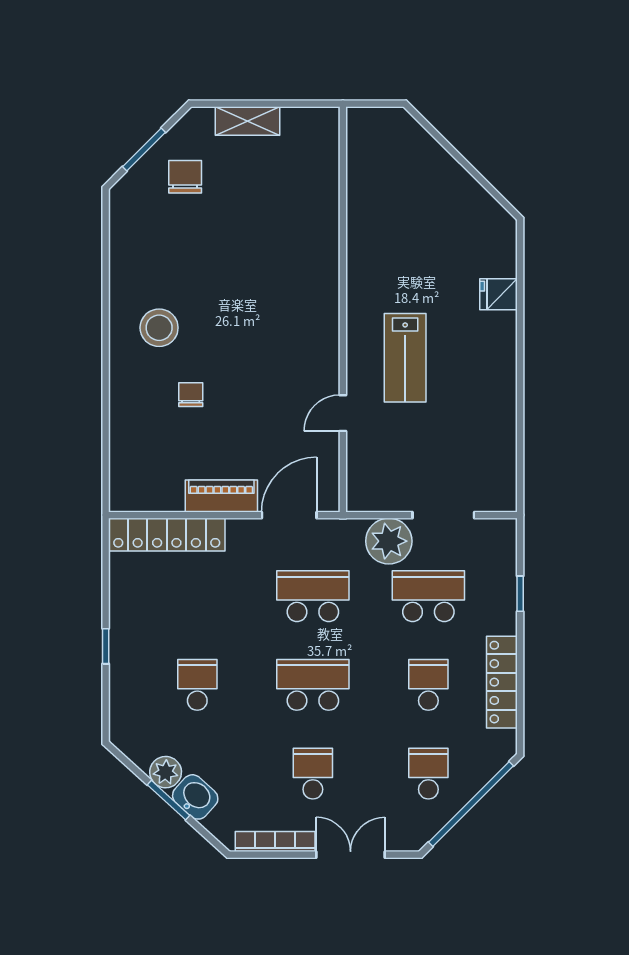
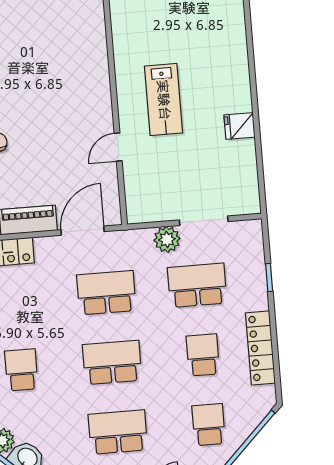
fridge: (499, 294) -> (240, 126), moved
plant: (389, 541) -> (167, 239), width x0.73, depth x0.73
school desk: (313, 774) -> (118, 432), width x1.85

